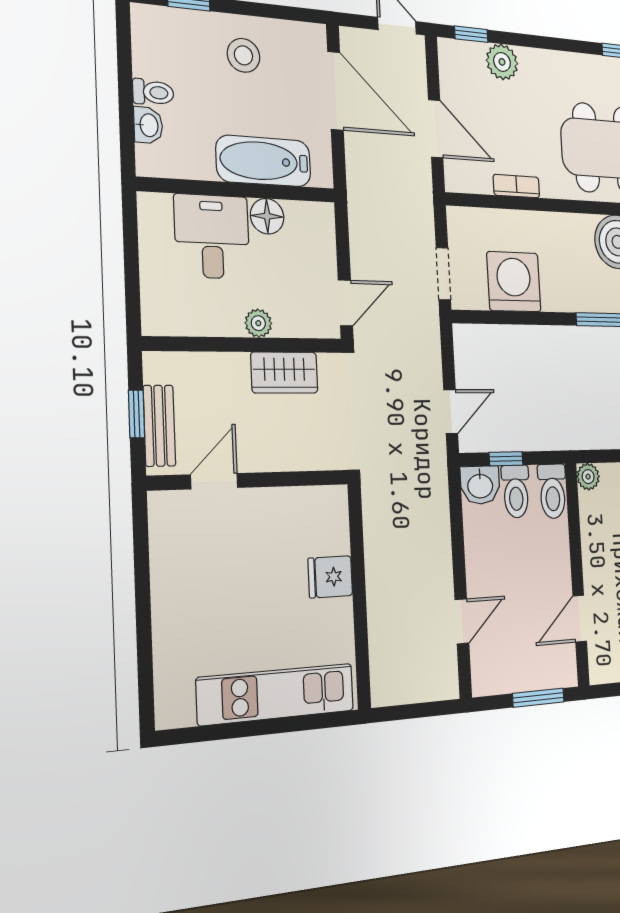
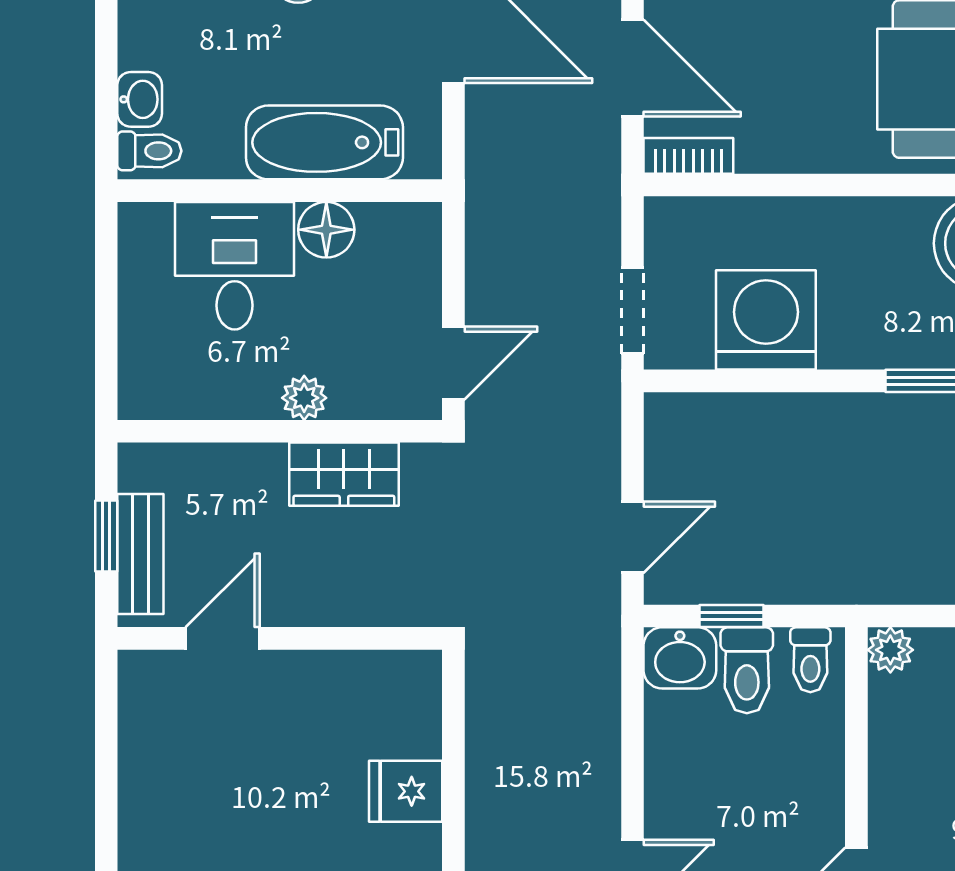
toilet: (153, 92) -> (149, 151), moved
bookcase: (516, 186) -> (688, 156), moved
toilet: (552, 491) -> (810, 660), width x0.73, depth x0.72

